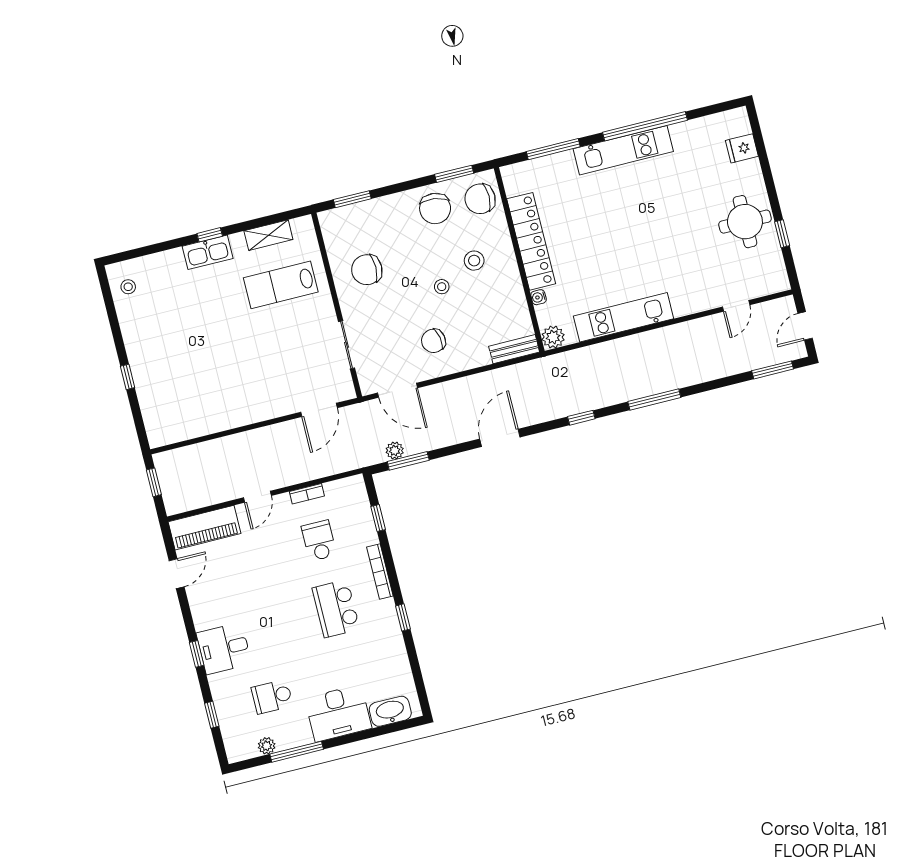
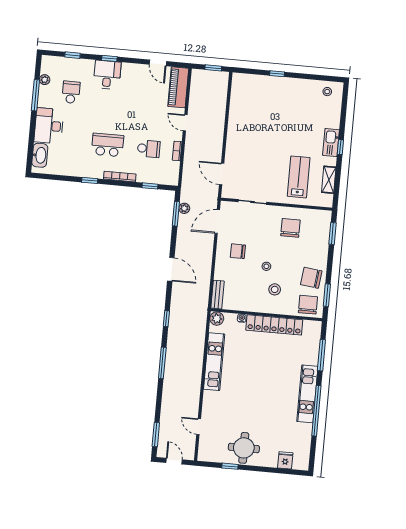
chair: (433, 341) -> (238, 251), turned -80

